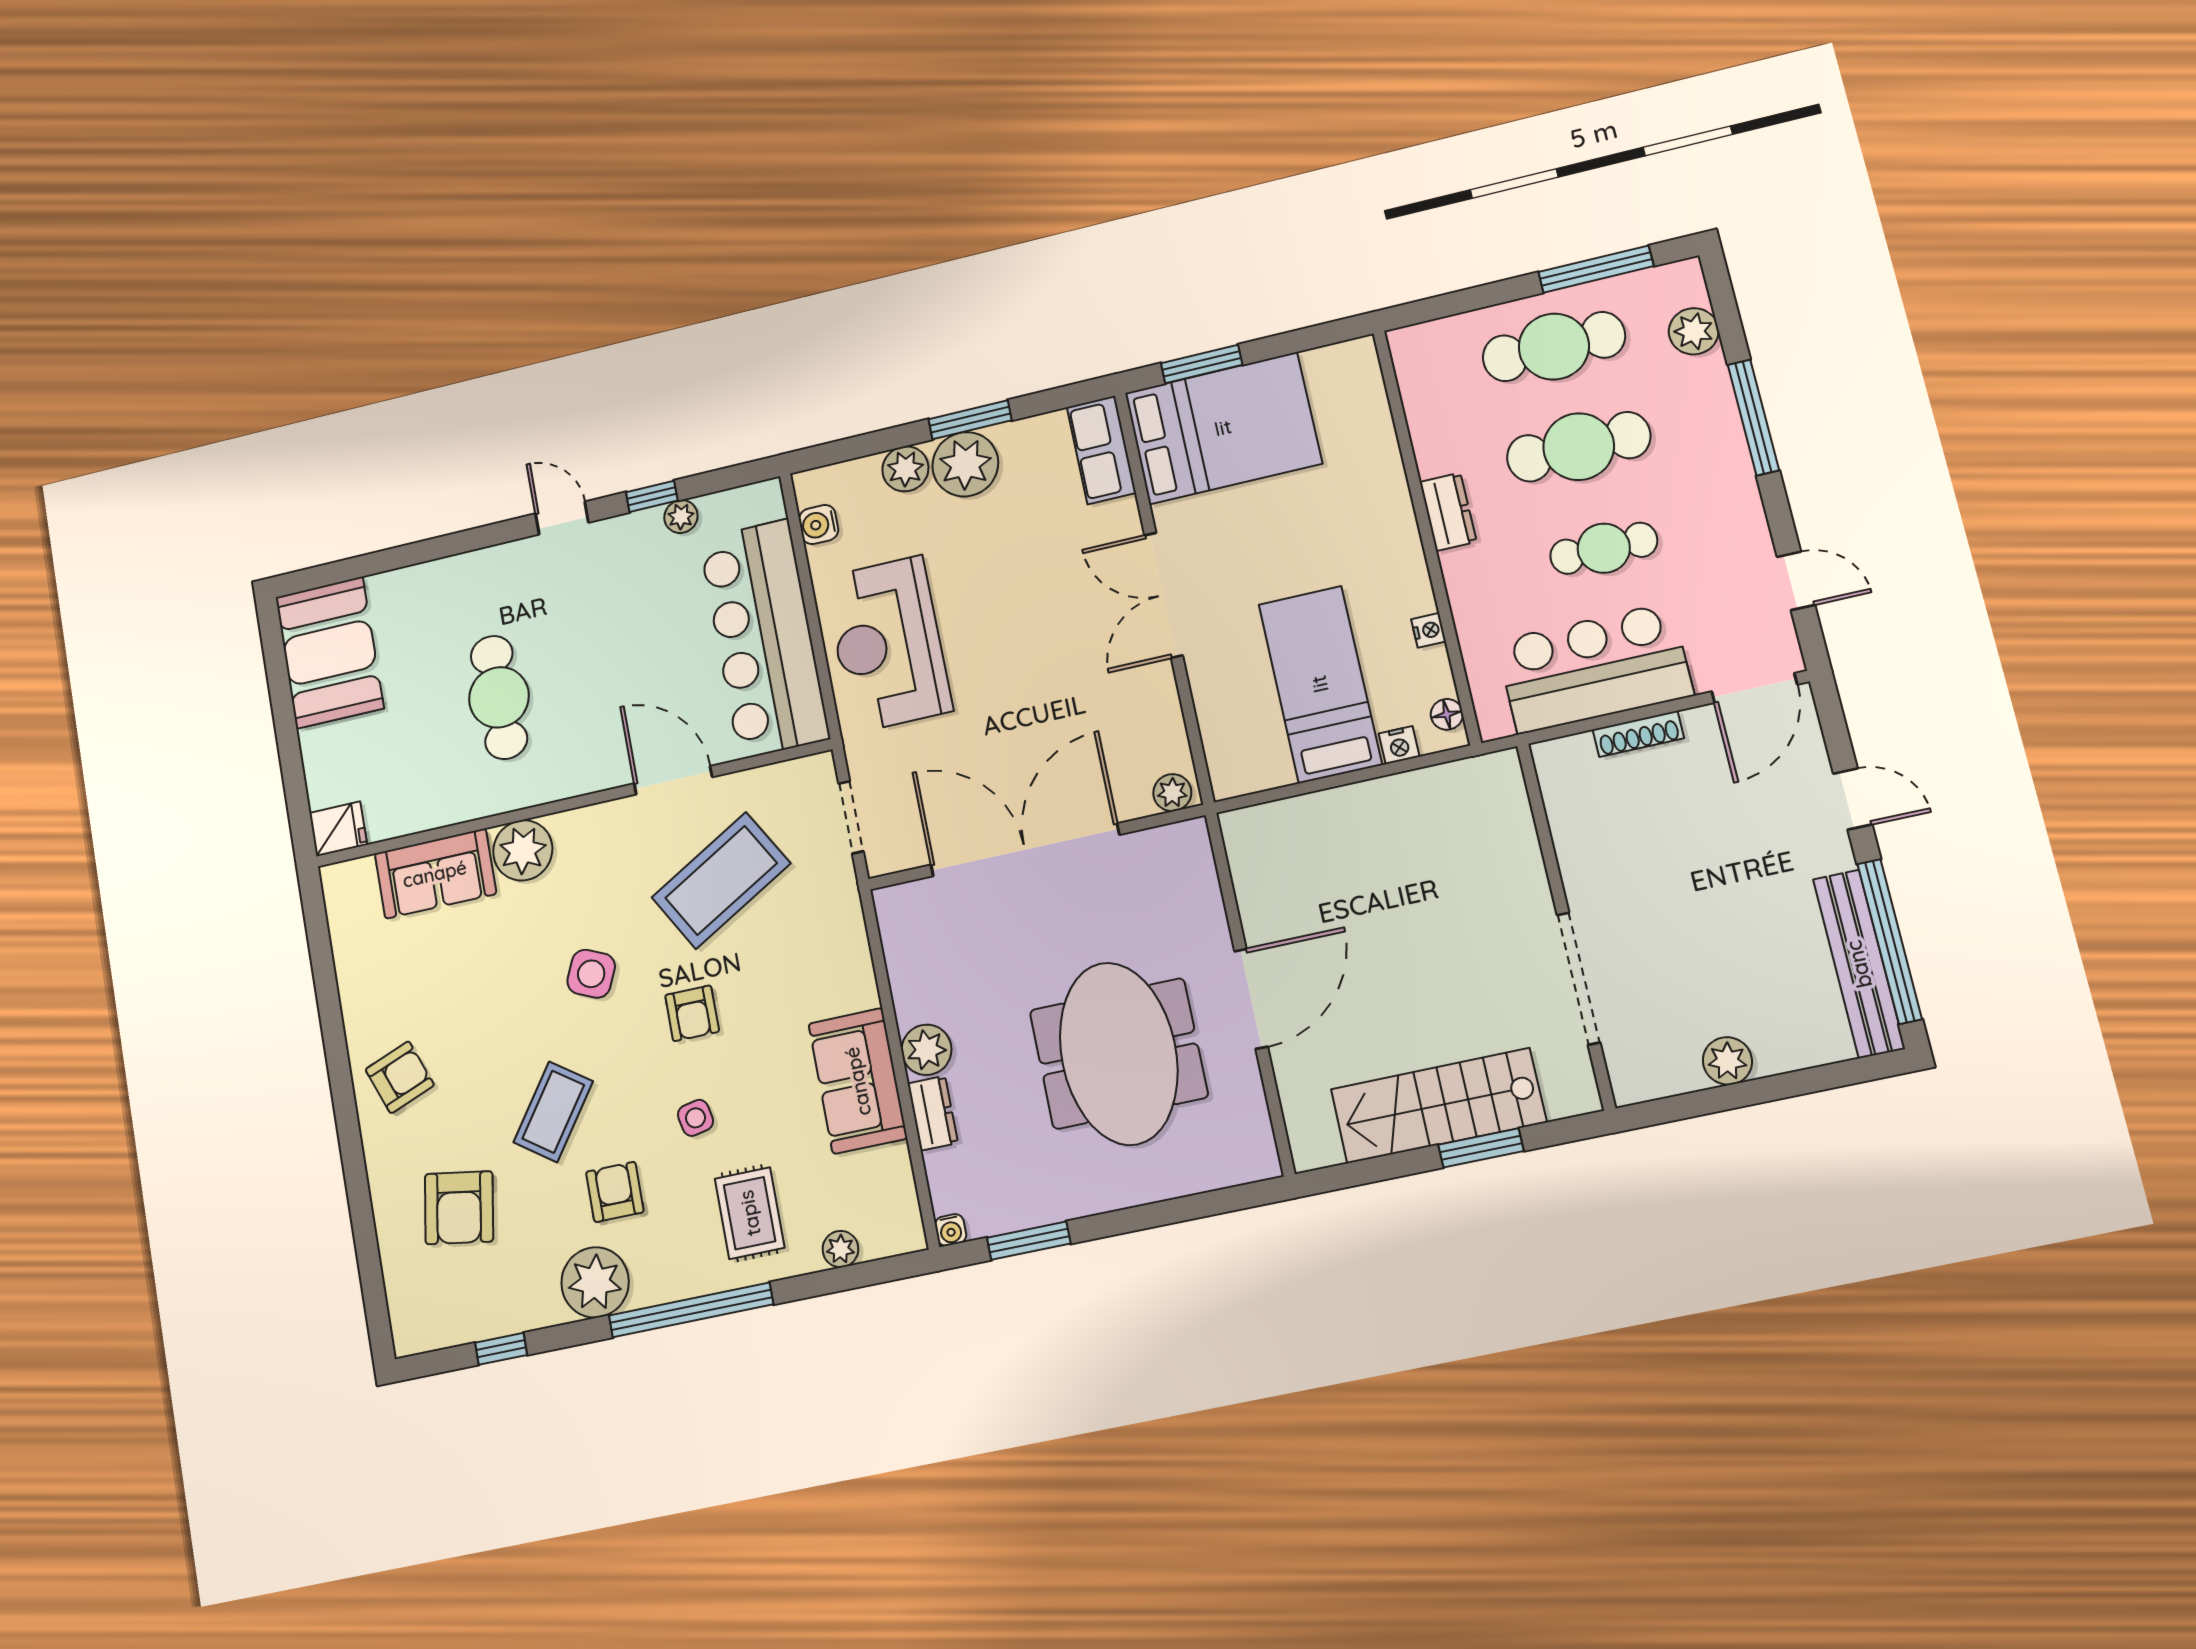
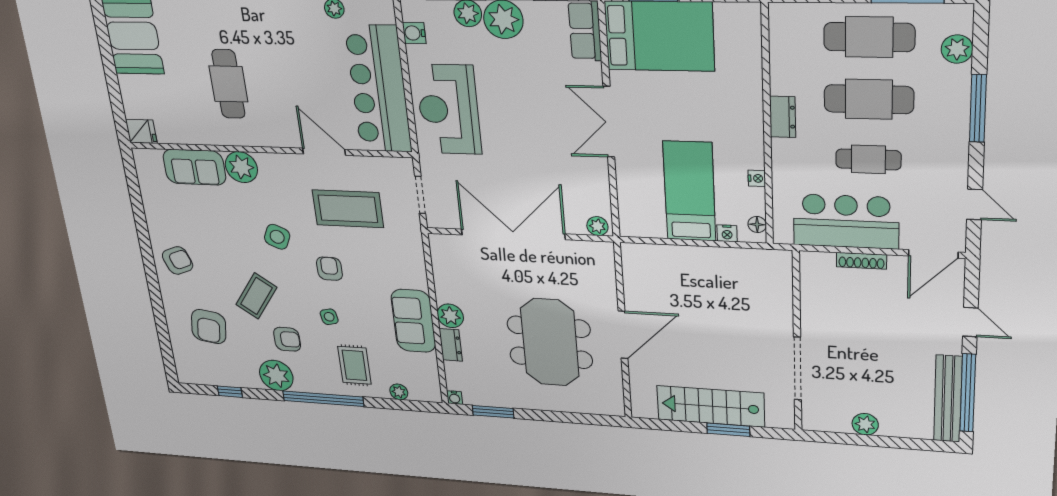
coffee table: (721, 880) -> (348, 209), turned 30
armchair: (692, 1013) -> (329, 269), turned 180
armchair: (615, 1192) -> (287, 339), turned 90

